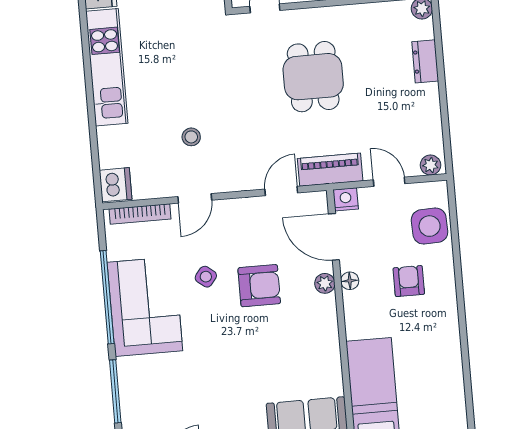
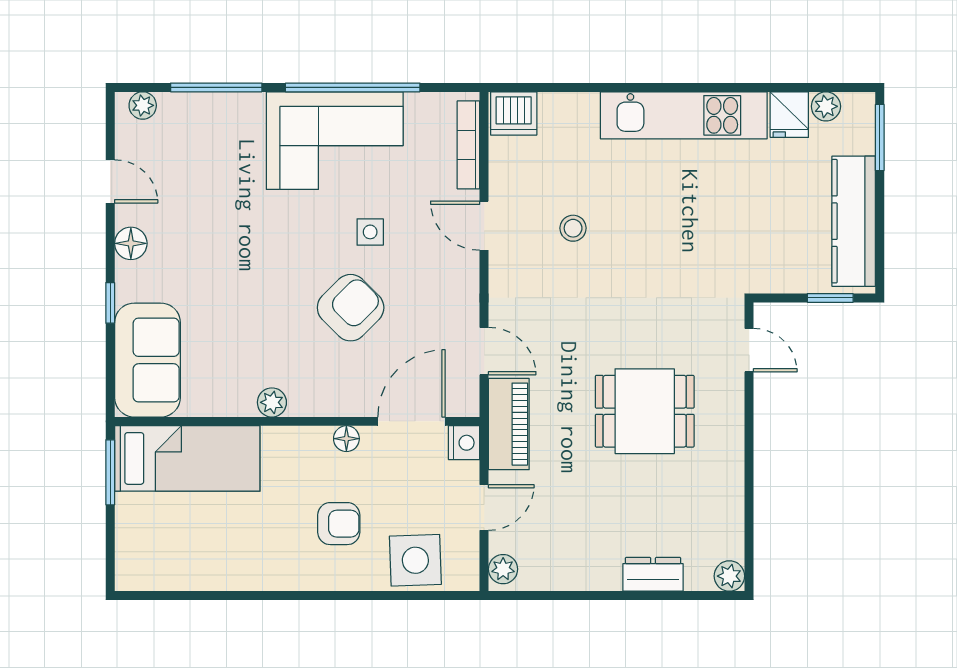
side table: (206, 277) -> (370, 232), turned -38
plant: (325, 283) -> (272, 402), moved
armchair: (259, 286) -> (351, 308), turned -135

